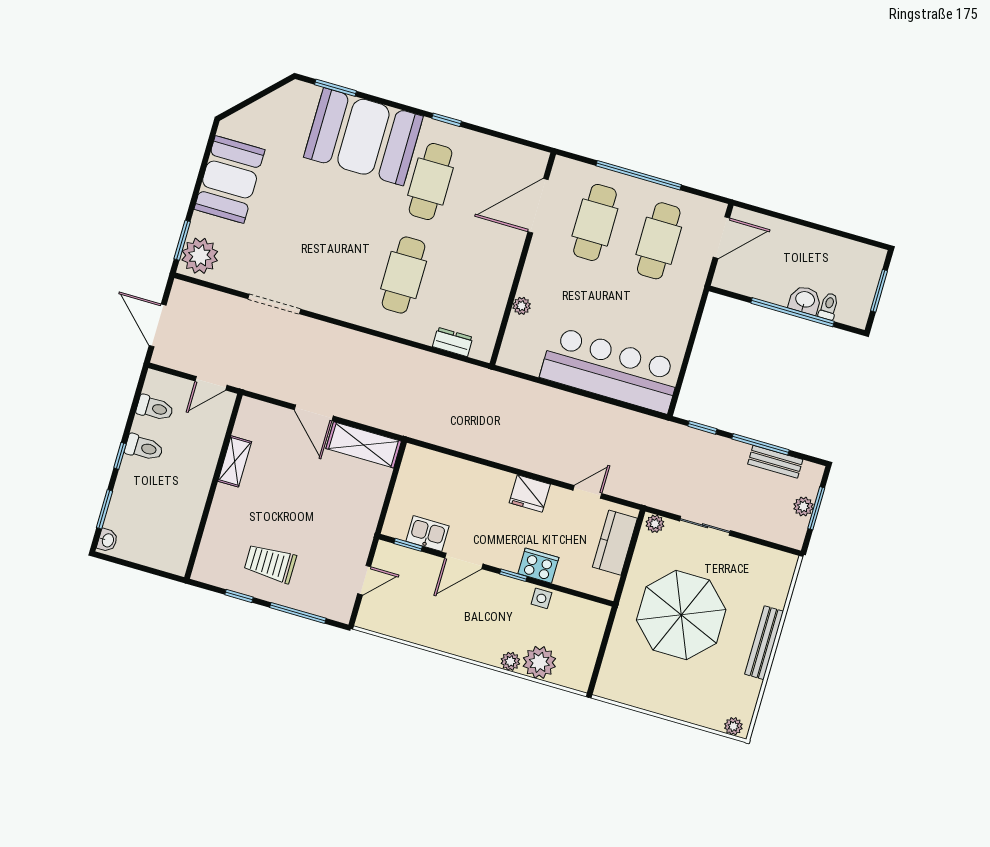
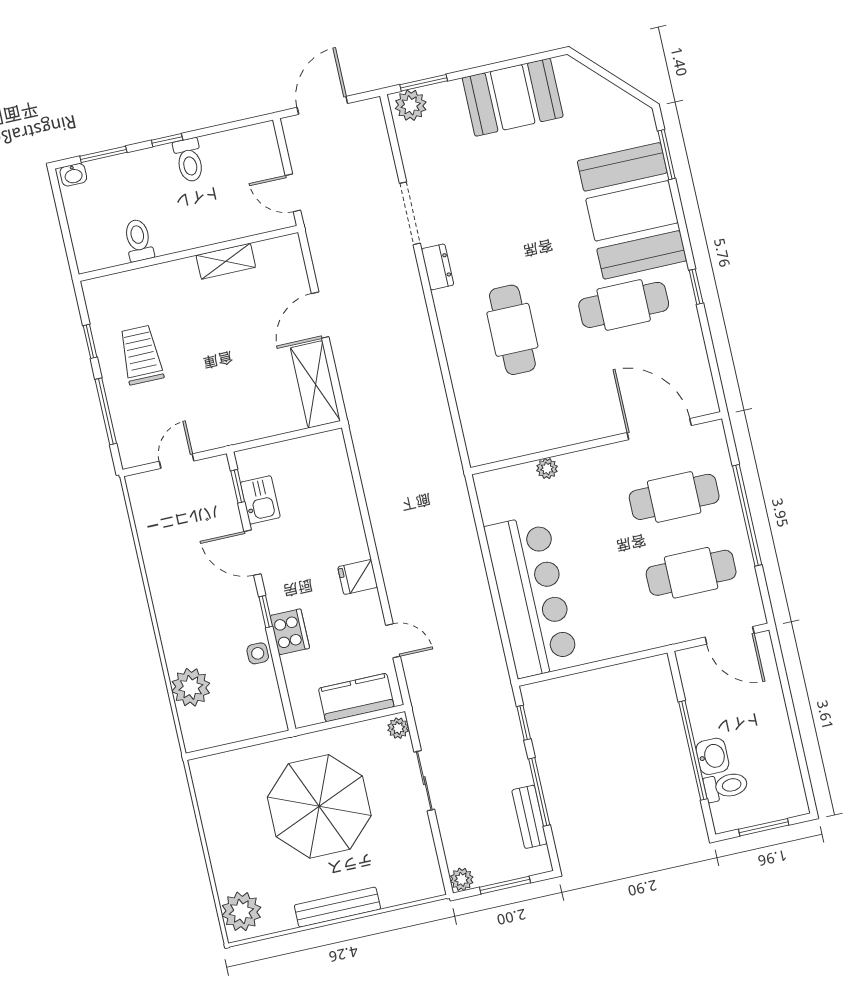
plant: (200, 256) -> (411, 105), width x0.73, depth x0.73
cafe table: (404, 275) -> (512, 330), turned 90
toilet: (829, 306) -> (726, 786), width x1.37, depth x1.39
dresser: (453, 342) -> (438, 267), moved
toilet: (155, 408) -> (139, 240), moved, turned 180
fridge: (530, 494) -> (358, 577), width x0.72
plant: (803, 506) -> (462, 879), moved
door: (364, 580) -> (177, 461), swing flipped
plant: (510, 661) -> (176, 657), removed
plant: (733, 726) -> (241, 911), width x1.88, depth x1.88

